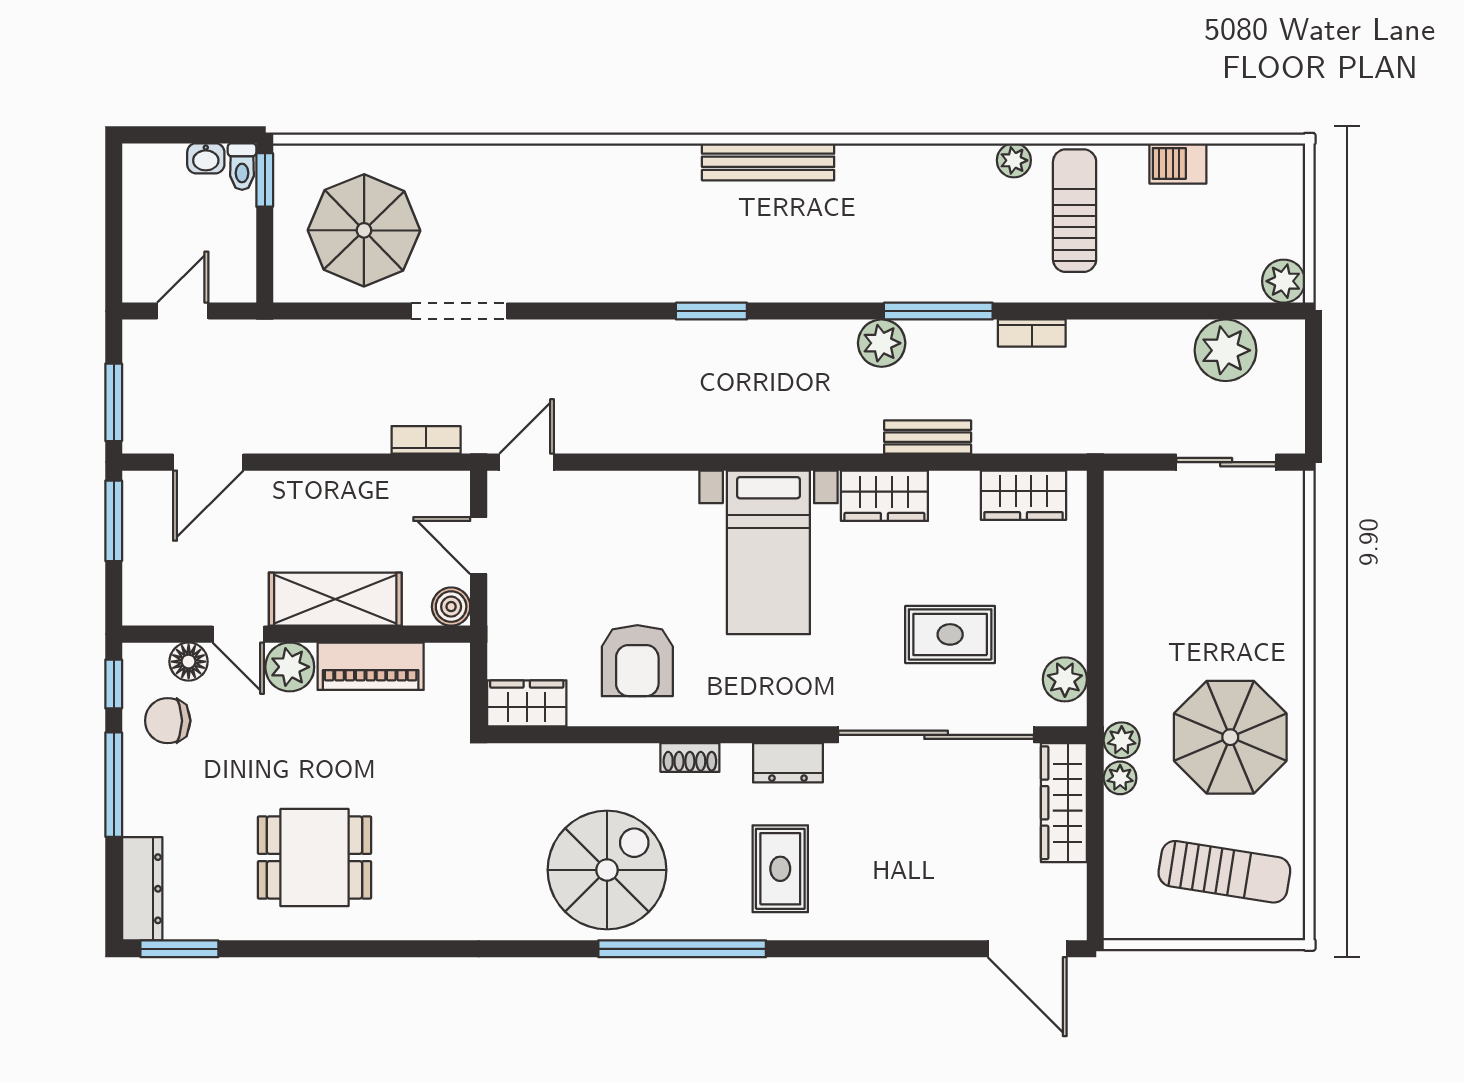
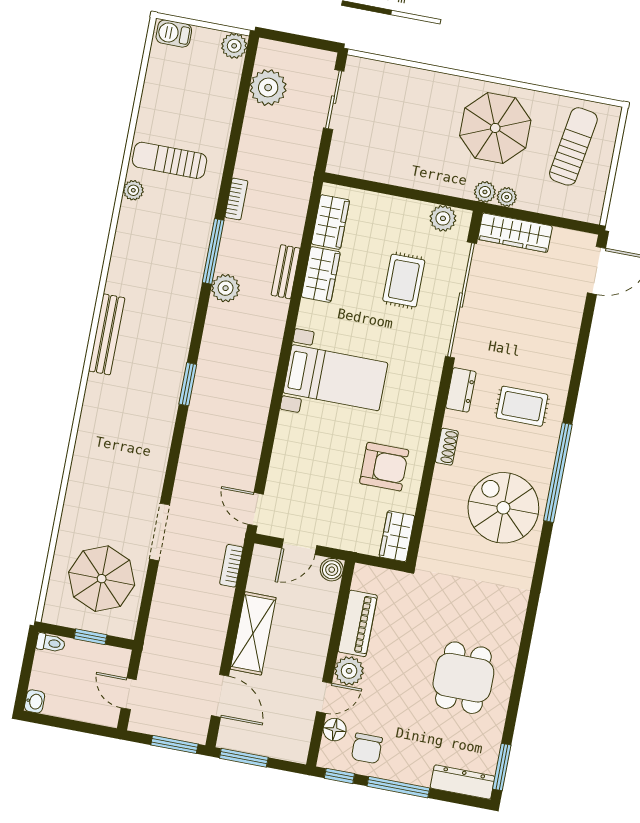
washbasin: (206, 158) -> (35, 701), moved
barbecue: (1178, 163) -> (174, 33), moved, turned 90
window: (265, 180) -> (90, 637), moved
wardrobe: (884, 496) -> (321, 274), moved
shelving: (335, 599) -> (253, 633), moved

